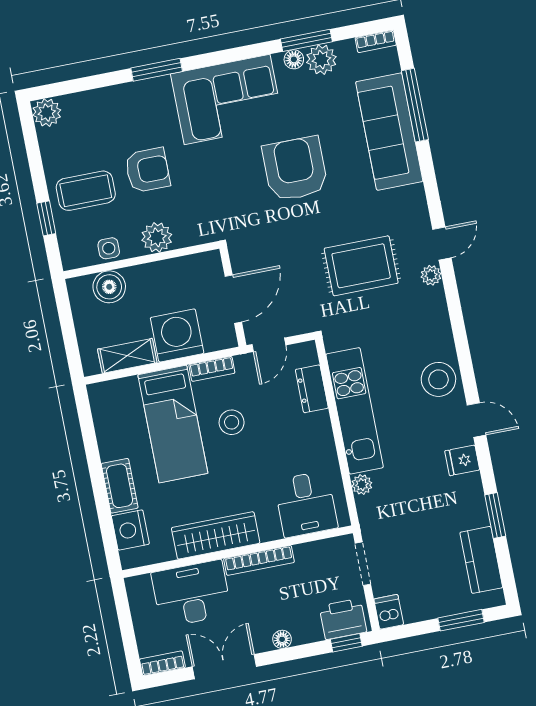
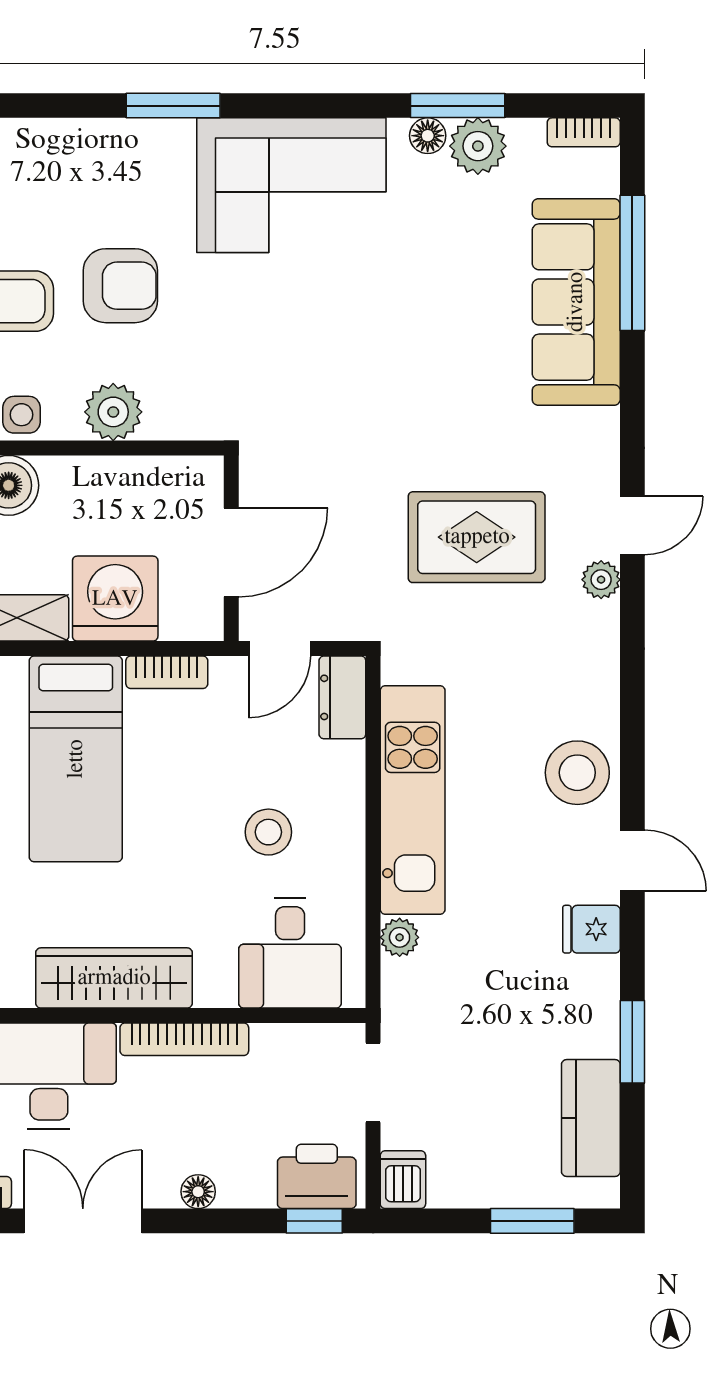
armchair: (295, 169) -> (391, 336), removed
dresser: (312, 389) -> (342, 697), moved
stool: (232, 422) -> (268, 832), moved

